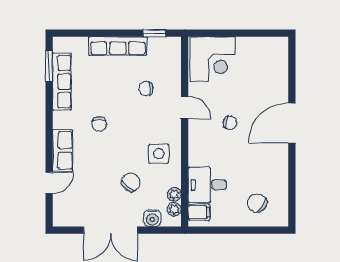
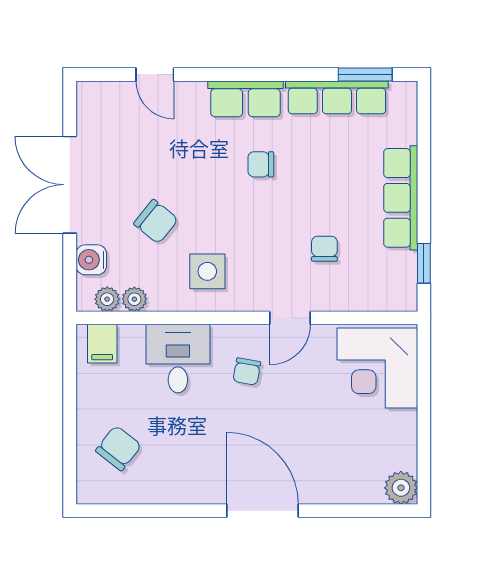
plant: (279, 46) -> (401, 488), added
chair: (230, 123) -> (247, 372), moved
row of seats: (63, 150) -> (245, 99), moved
desk: (207, 185) -> (178, 359), moved

